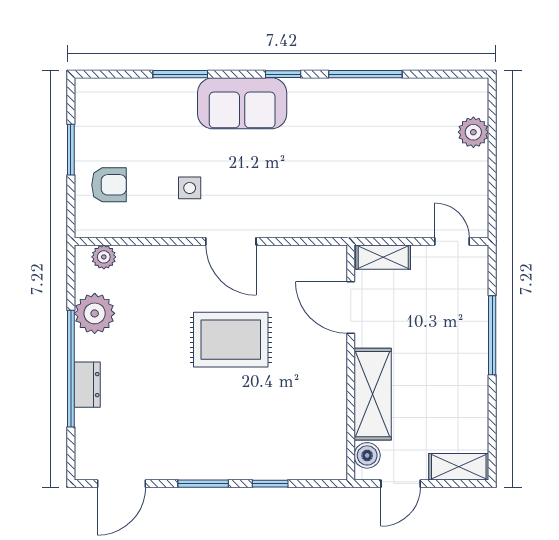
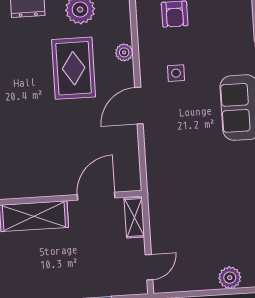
plant: (104, 257) -> (124, 52), moved
rug: (231, 340) -> (74, 68), moved

